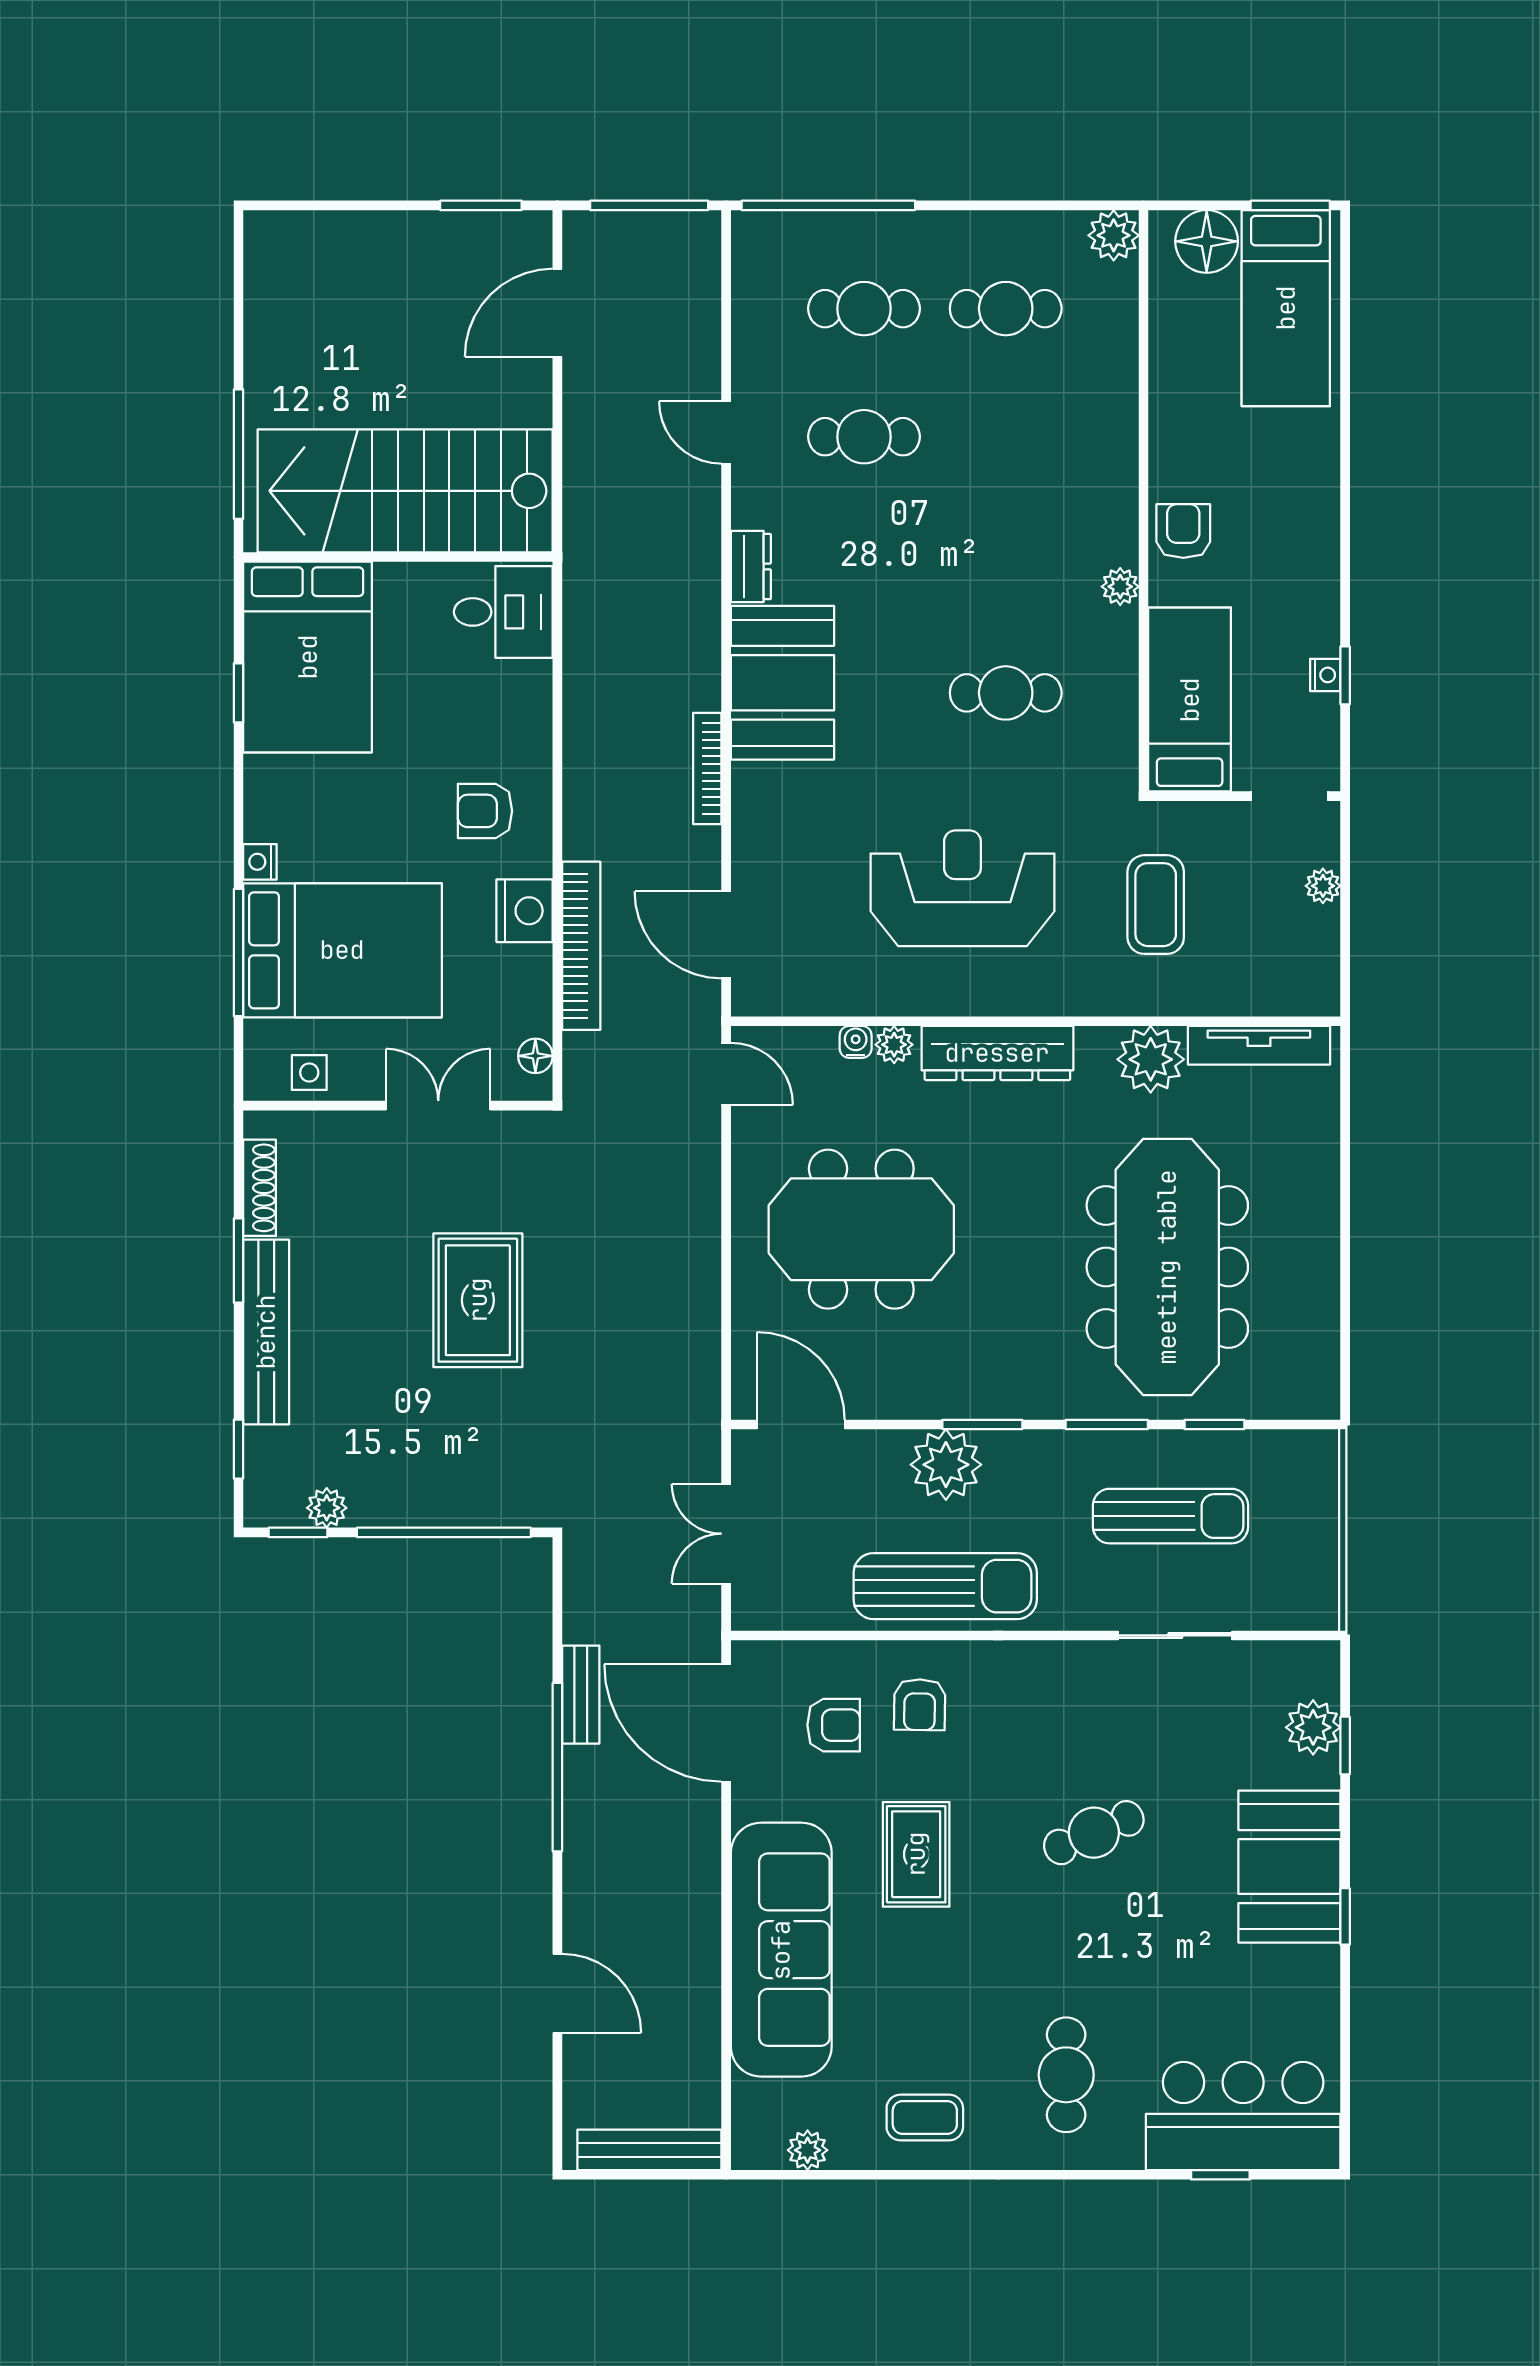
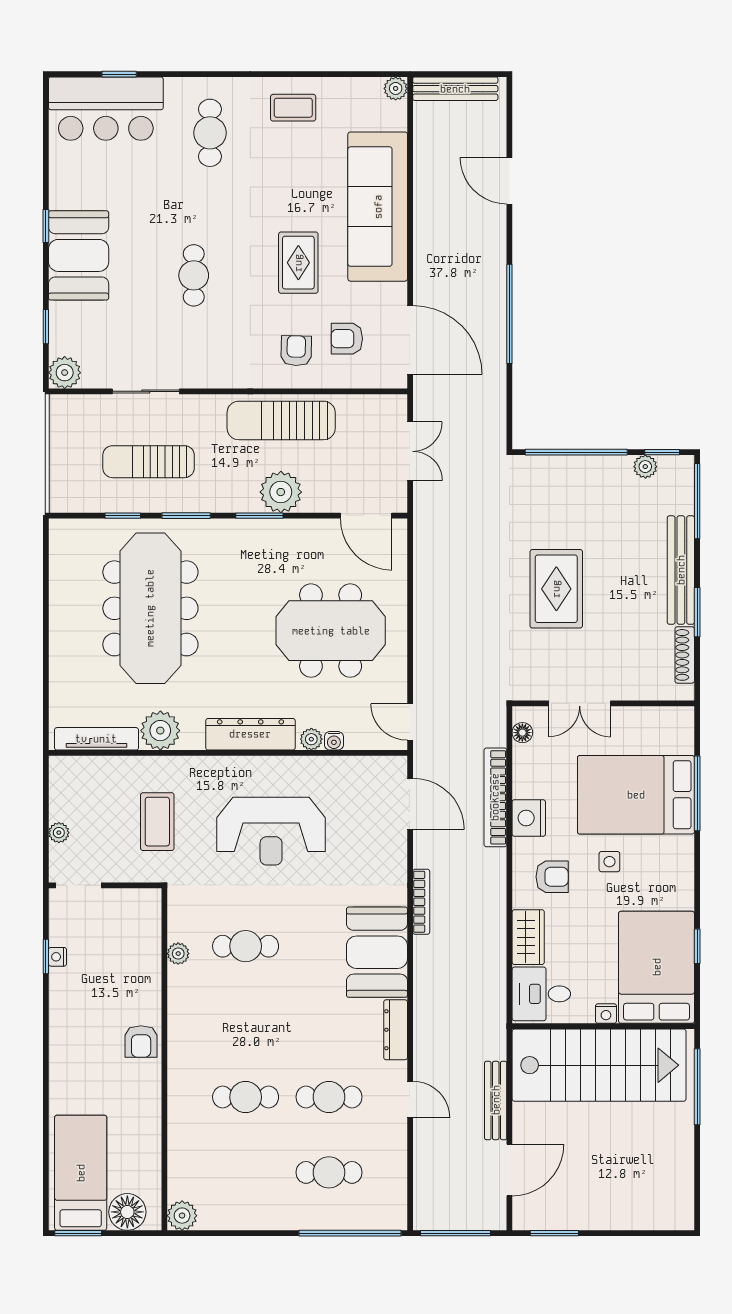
cafe table: (1006, 309) -> (246, 1097), moved
dresser: (751, 567) -> (396, 1030), width x1.44
plant: (1120, 587) -> (178, 954), moved
bed: (1190, 700) -> (137, 942), removed
wardrobe: (526, 708) -> (528, 937), added
nightstand: (260, 862) -> (606, 1014), moved, turned 90
side table: (309, 1072) -> (609, 862), moved
window: (239, 1449) -> (697, 501), width x2.17
bench: (581, 1695) -> (496, 1100), moved, width x1.36
plant: (1313, 1727) -> (65, 373), moved
cafe table: (1094, 1833) -> (194, 275), turned -67
plant: (808, 2150) -> (396, 88), moved

